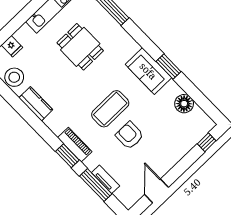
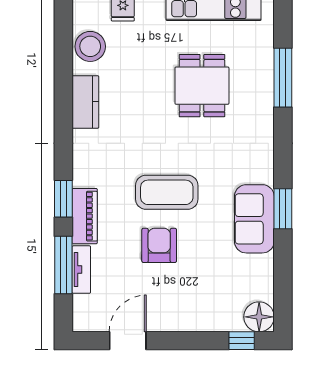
sofa: (148, 71) -> (254, 219), moved
floor lamp: (184, 104) -> (259, 317), moved
piano: (75, 145) -> (85, 216), moved

